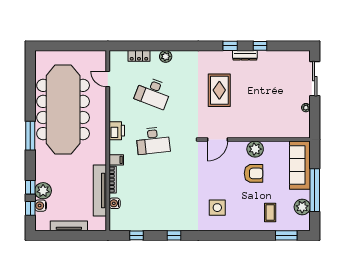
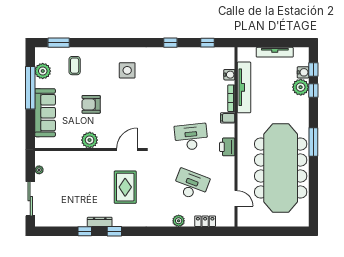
door: (218, 140) -> (127, 150), moved
wall: (255, 140) -> (90, 150), moved
plant: (255, 149) -> (90, 140), moved

